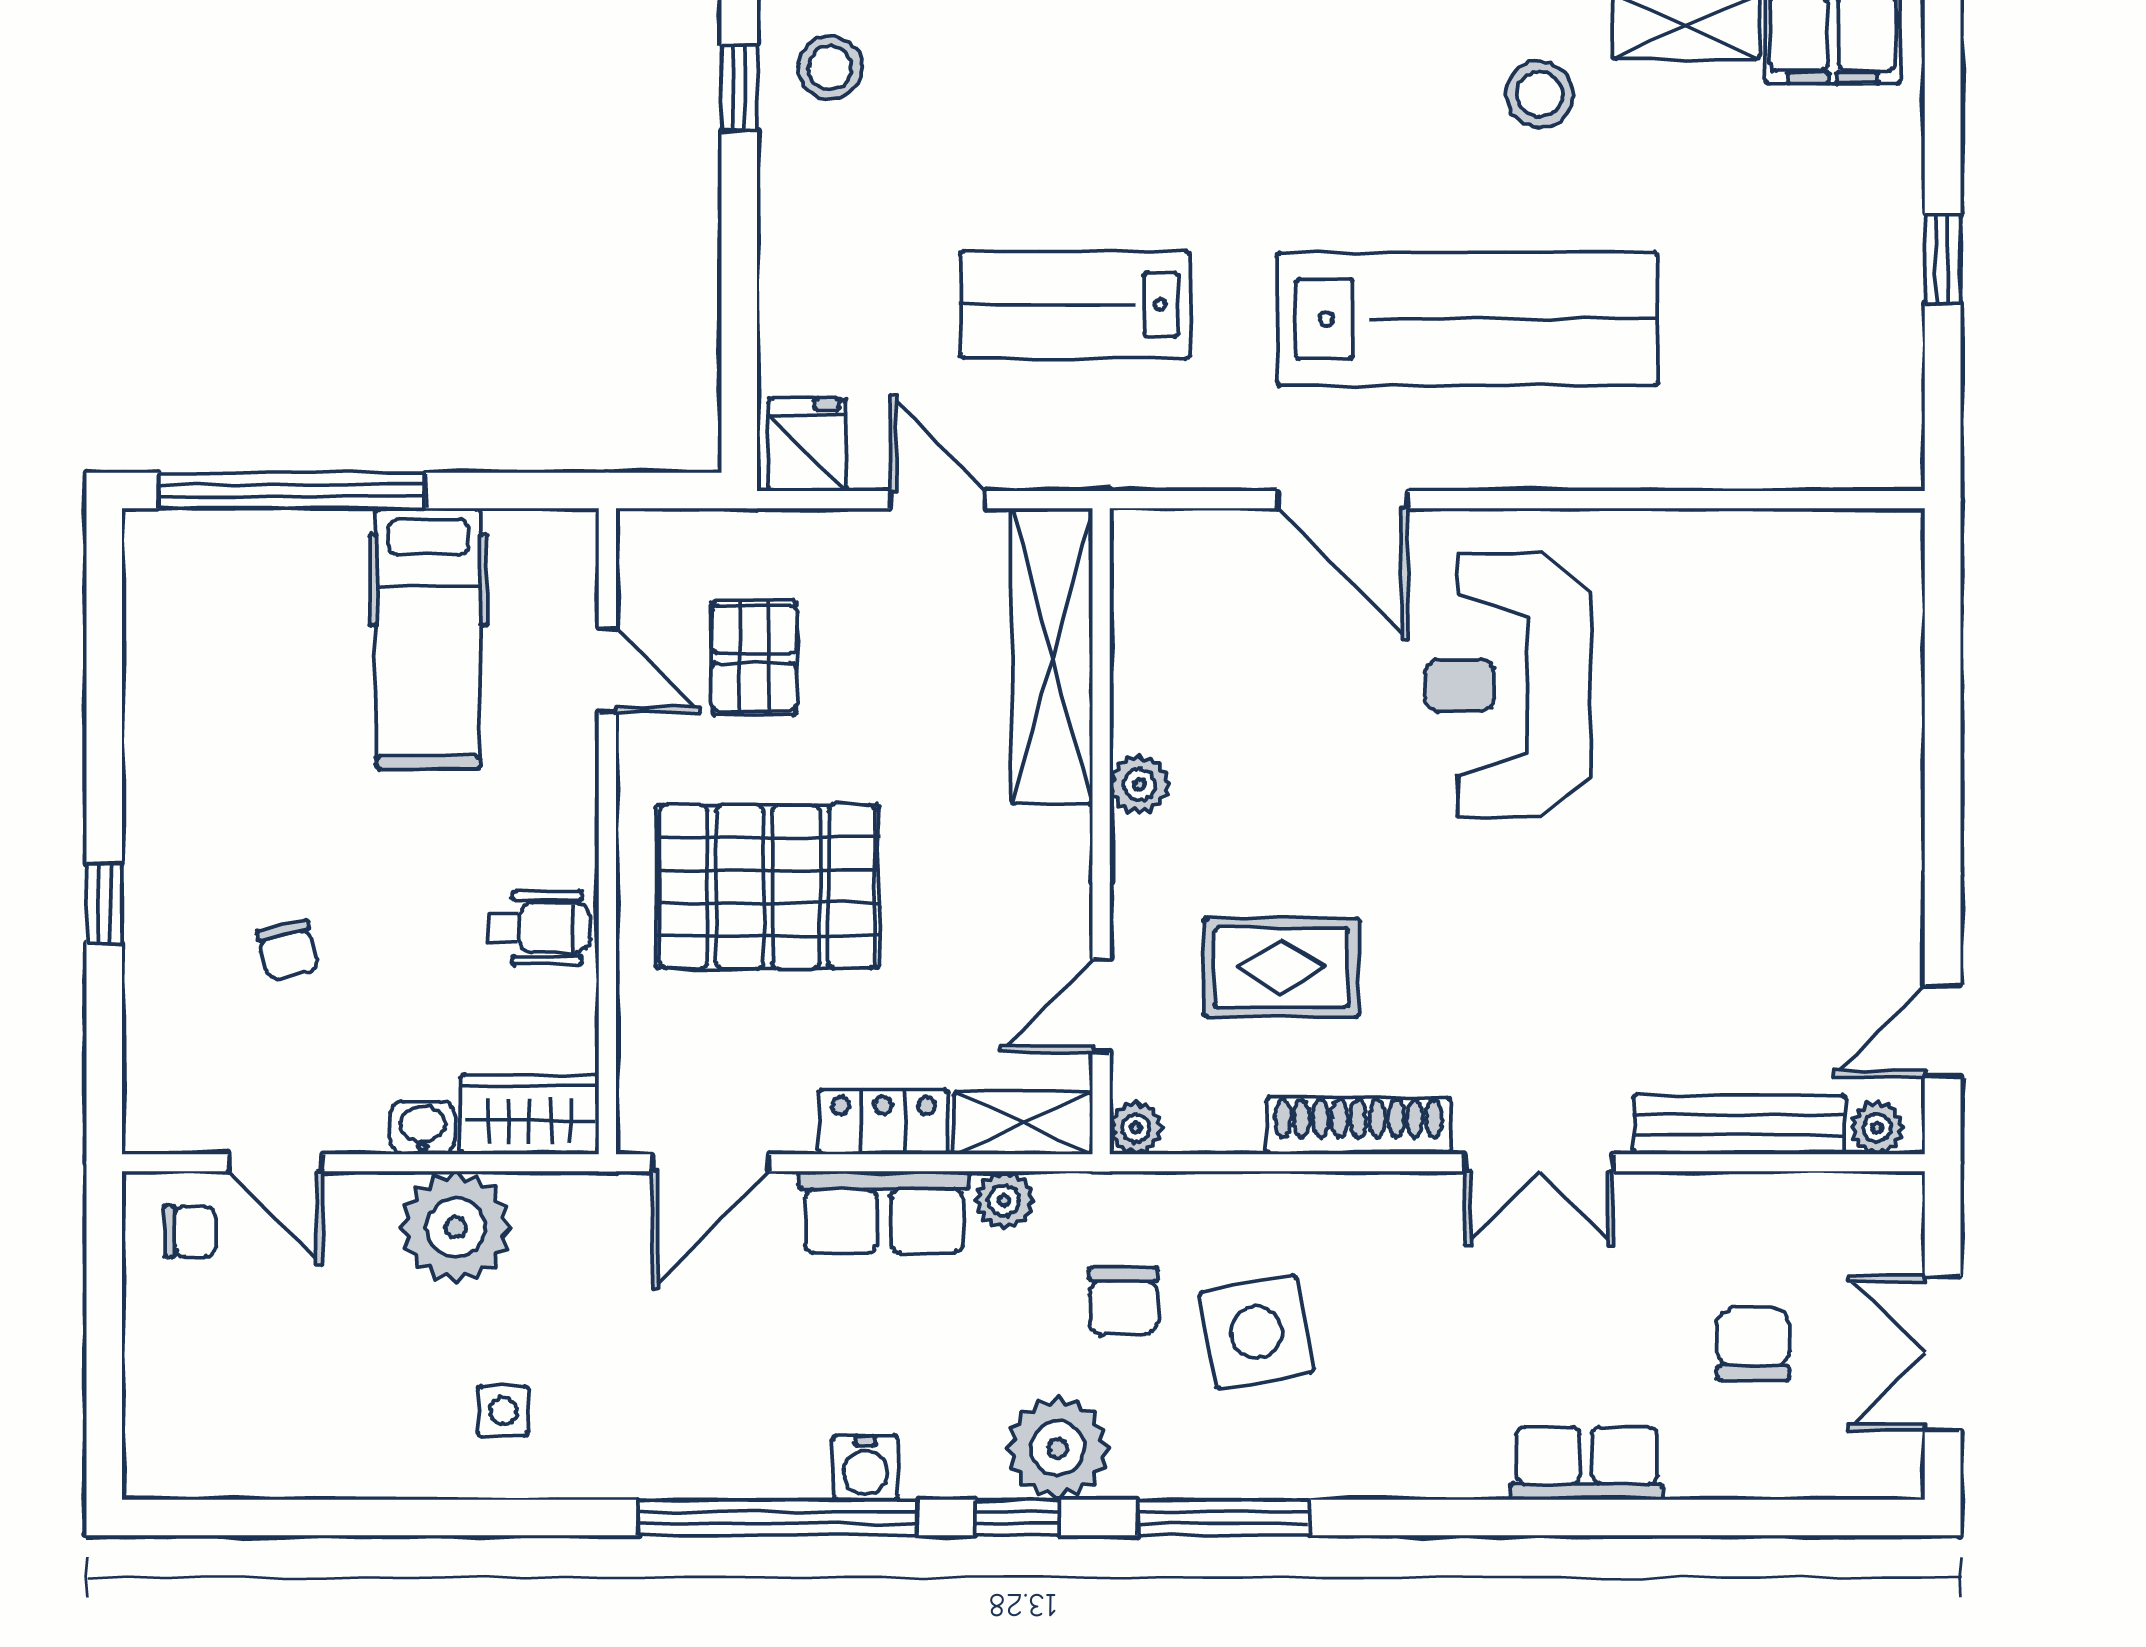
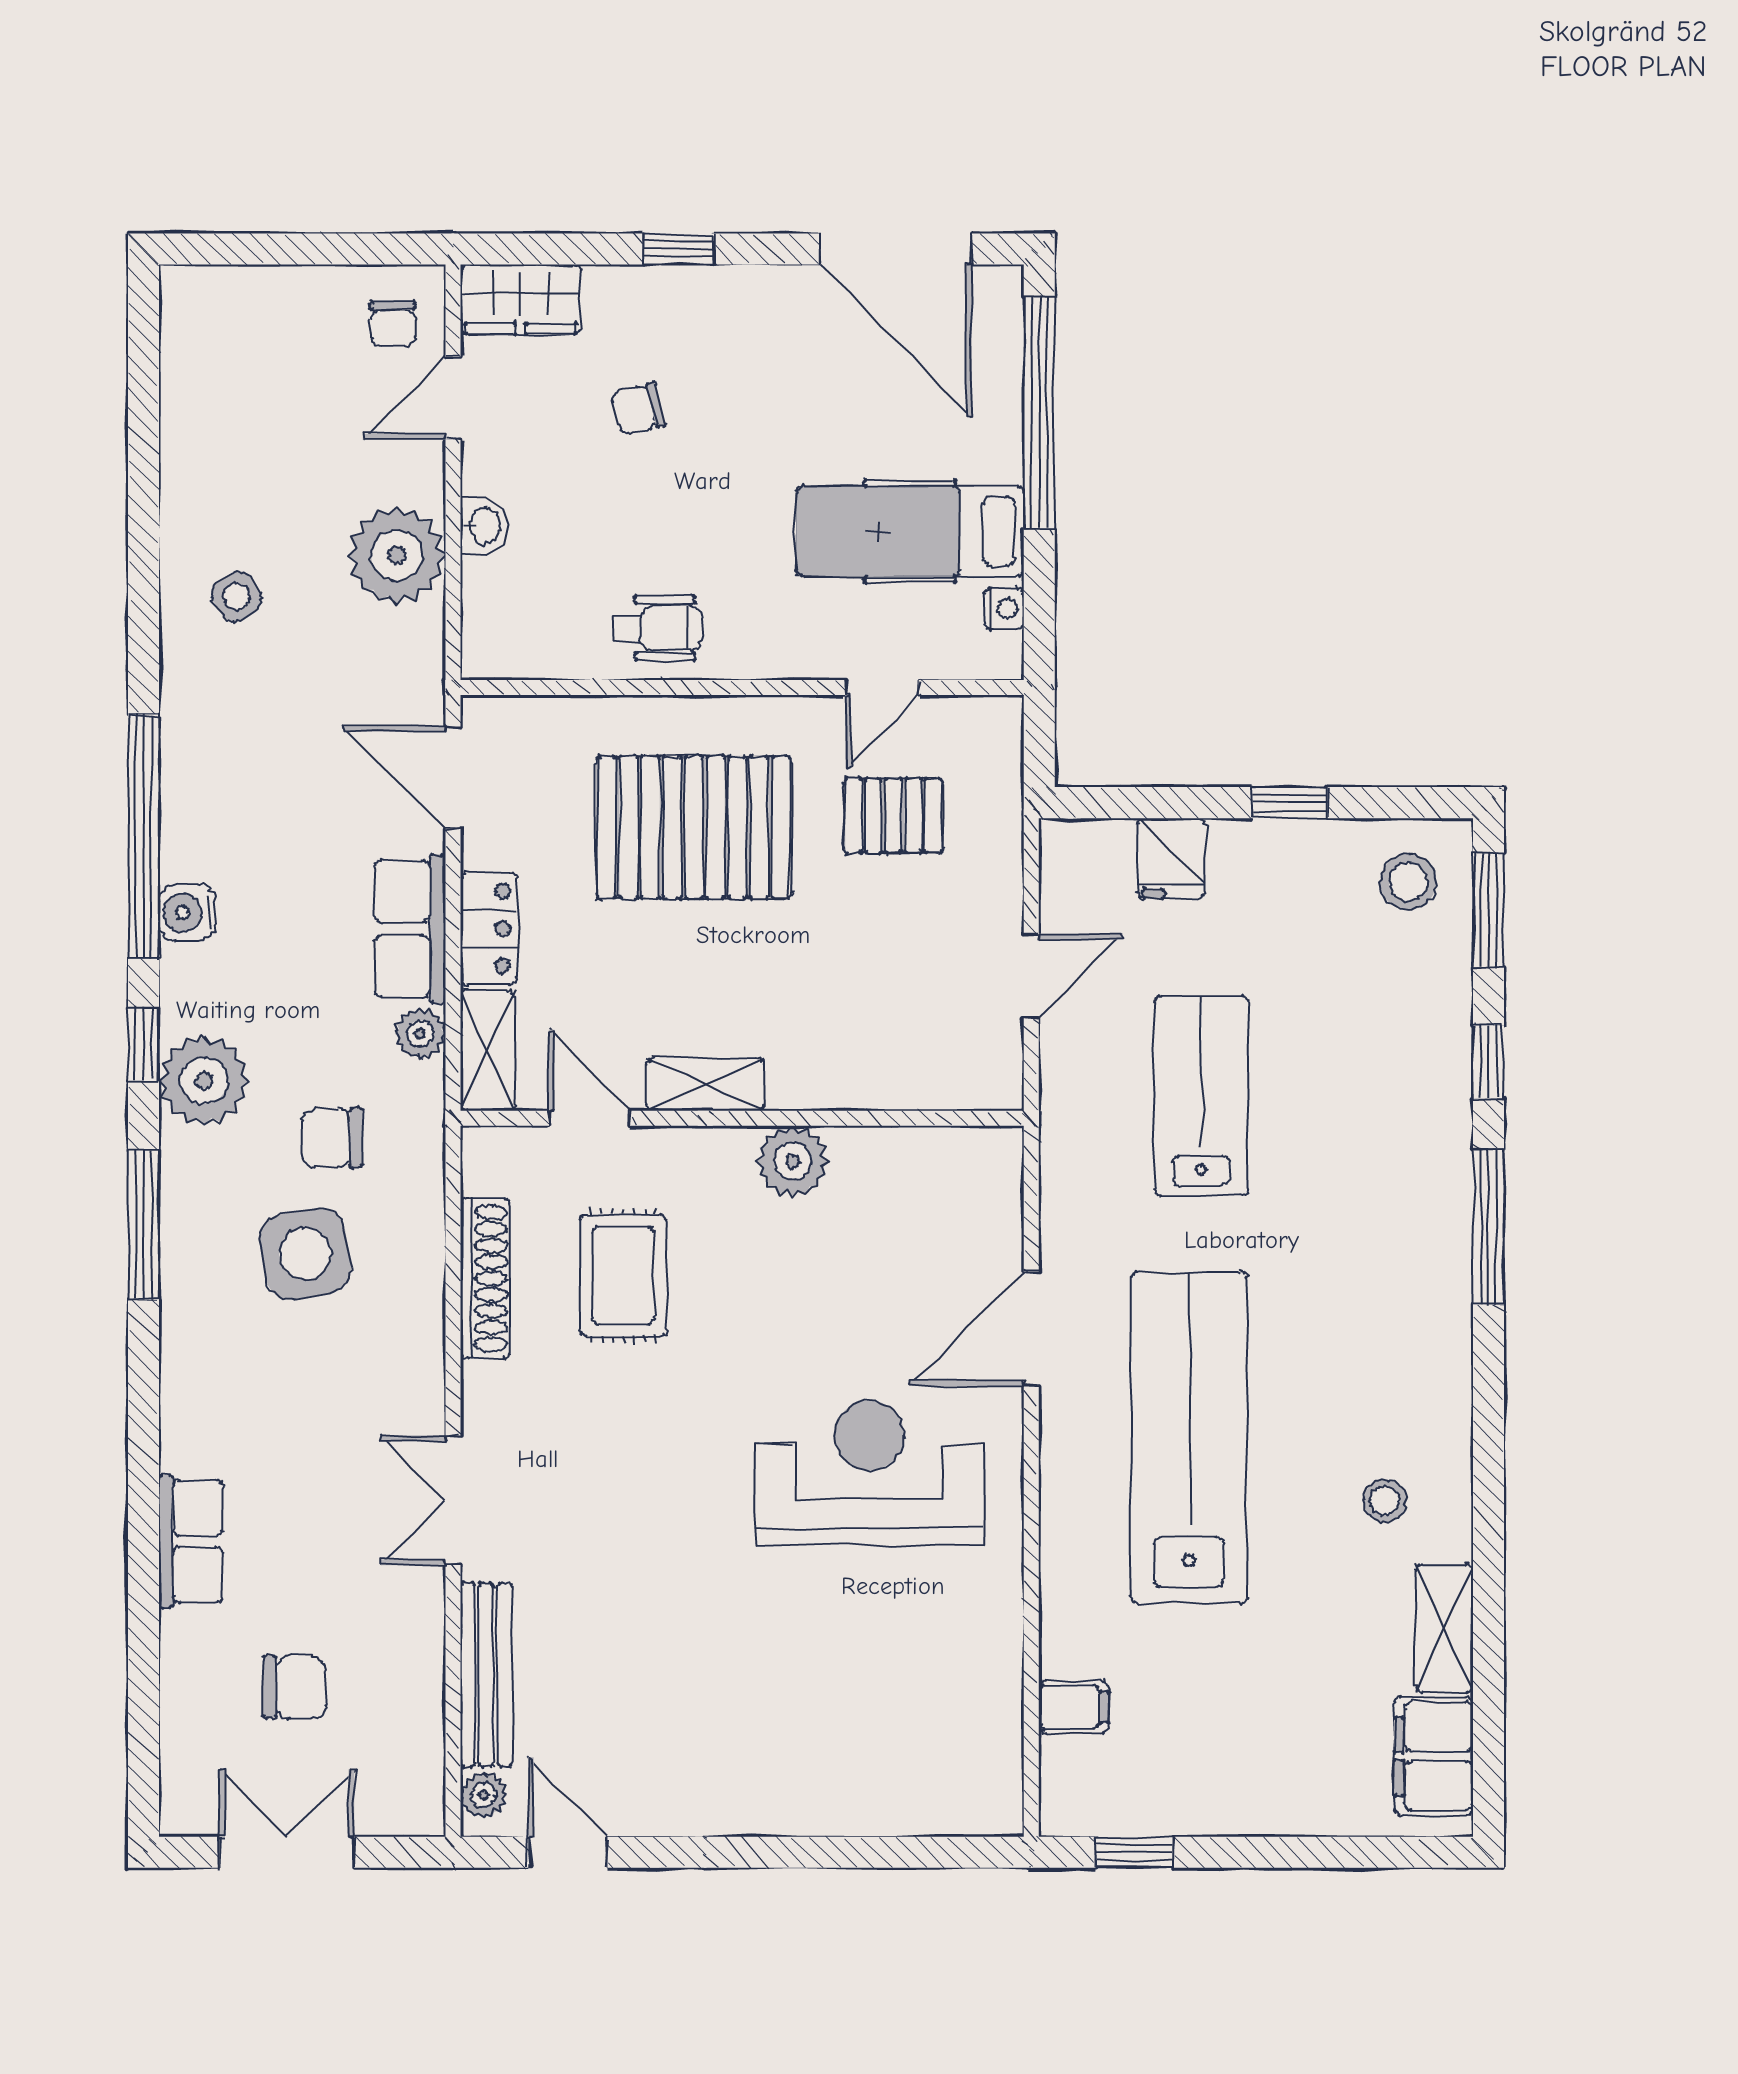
window: (739, 87) -> (1290, 803), moved
stool: (1540, 94) -> (1385, 1501), width x0.73, depth x0.73
window: (1943, 259) -> (1134, 1852), moved
lab bench: (1467, 319) -> (1189, 1438), turned 180
fridge: (807, 445) -> (1171, 858), moved, turned 90
filing cabinet: (1776, 451) -> (1074, 1707), added
nightstand: (517, 531) -> (1004, 609), added
door: (104, 655) -> (896, 249), added
shelving: (1052, 656) -> (705, 1084), moved, width x0.45, depth x0.75
plant: (1139, 784) -> (793, 1161), width x1.38, depth x1.38
pallet: (768, 887) -> (694, 827), turned 90
wheelchair: (539, 928) -> (658, 628), turned -90
wardrobe: (530, 1114) -> (520, 299), moved, turned 90
shoe rack: (1358, 1126) -> (485, 1278), moved
plant: (1136, 1128) -> (483, 1149), removed
side table: (503, 1411) -> (237, 597), turned -32

